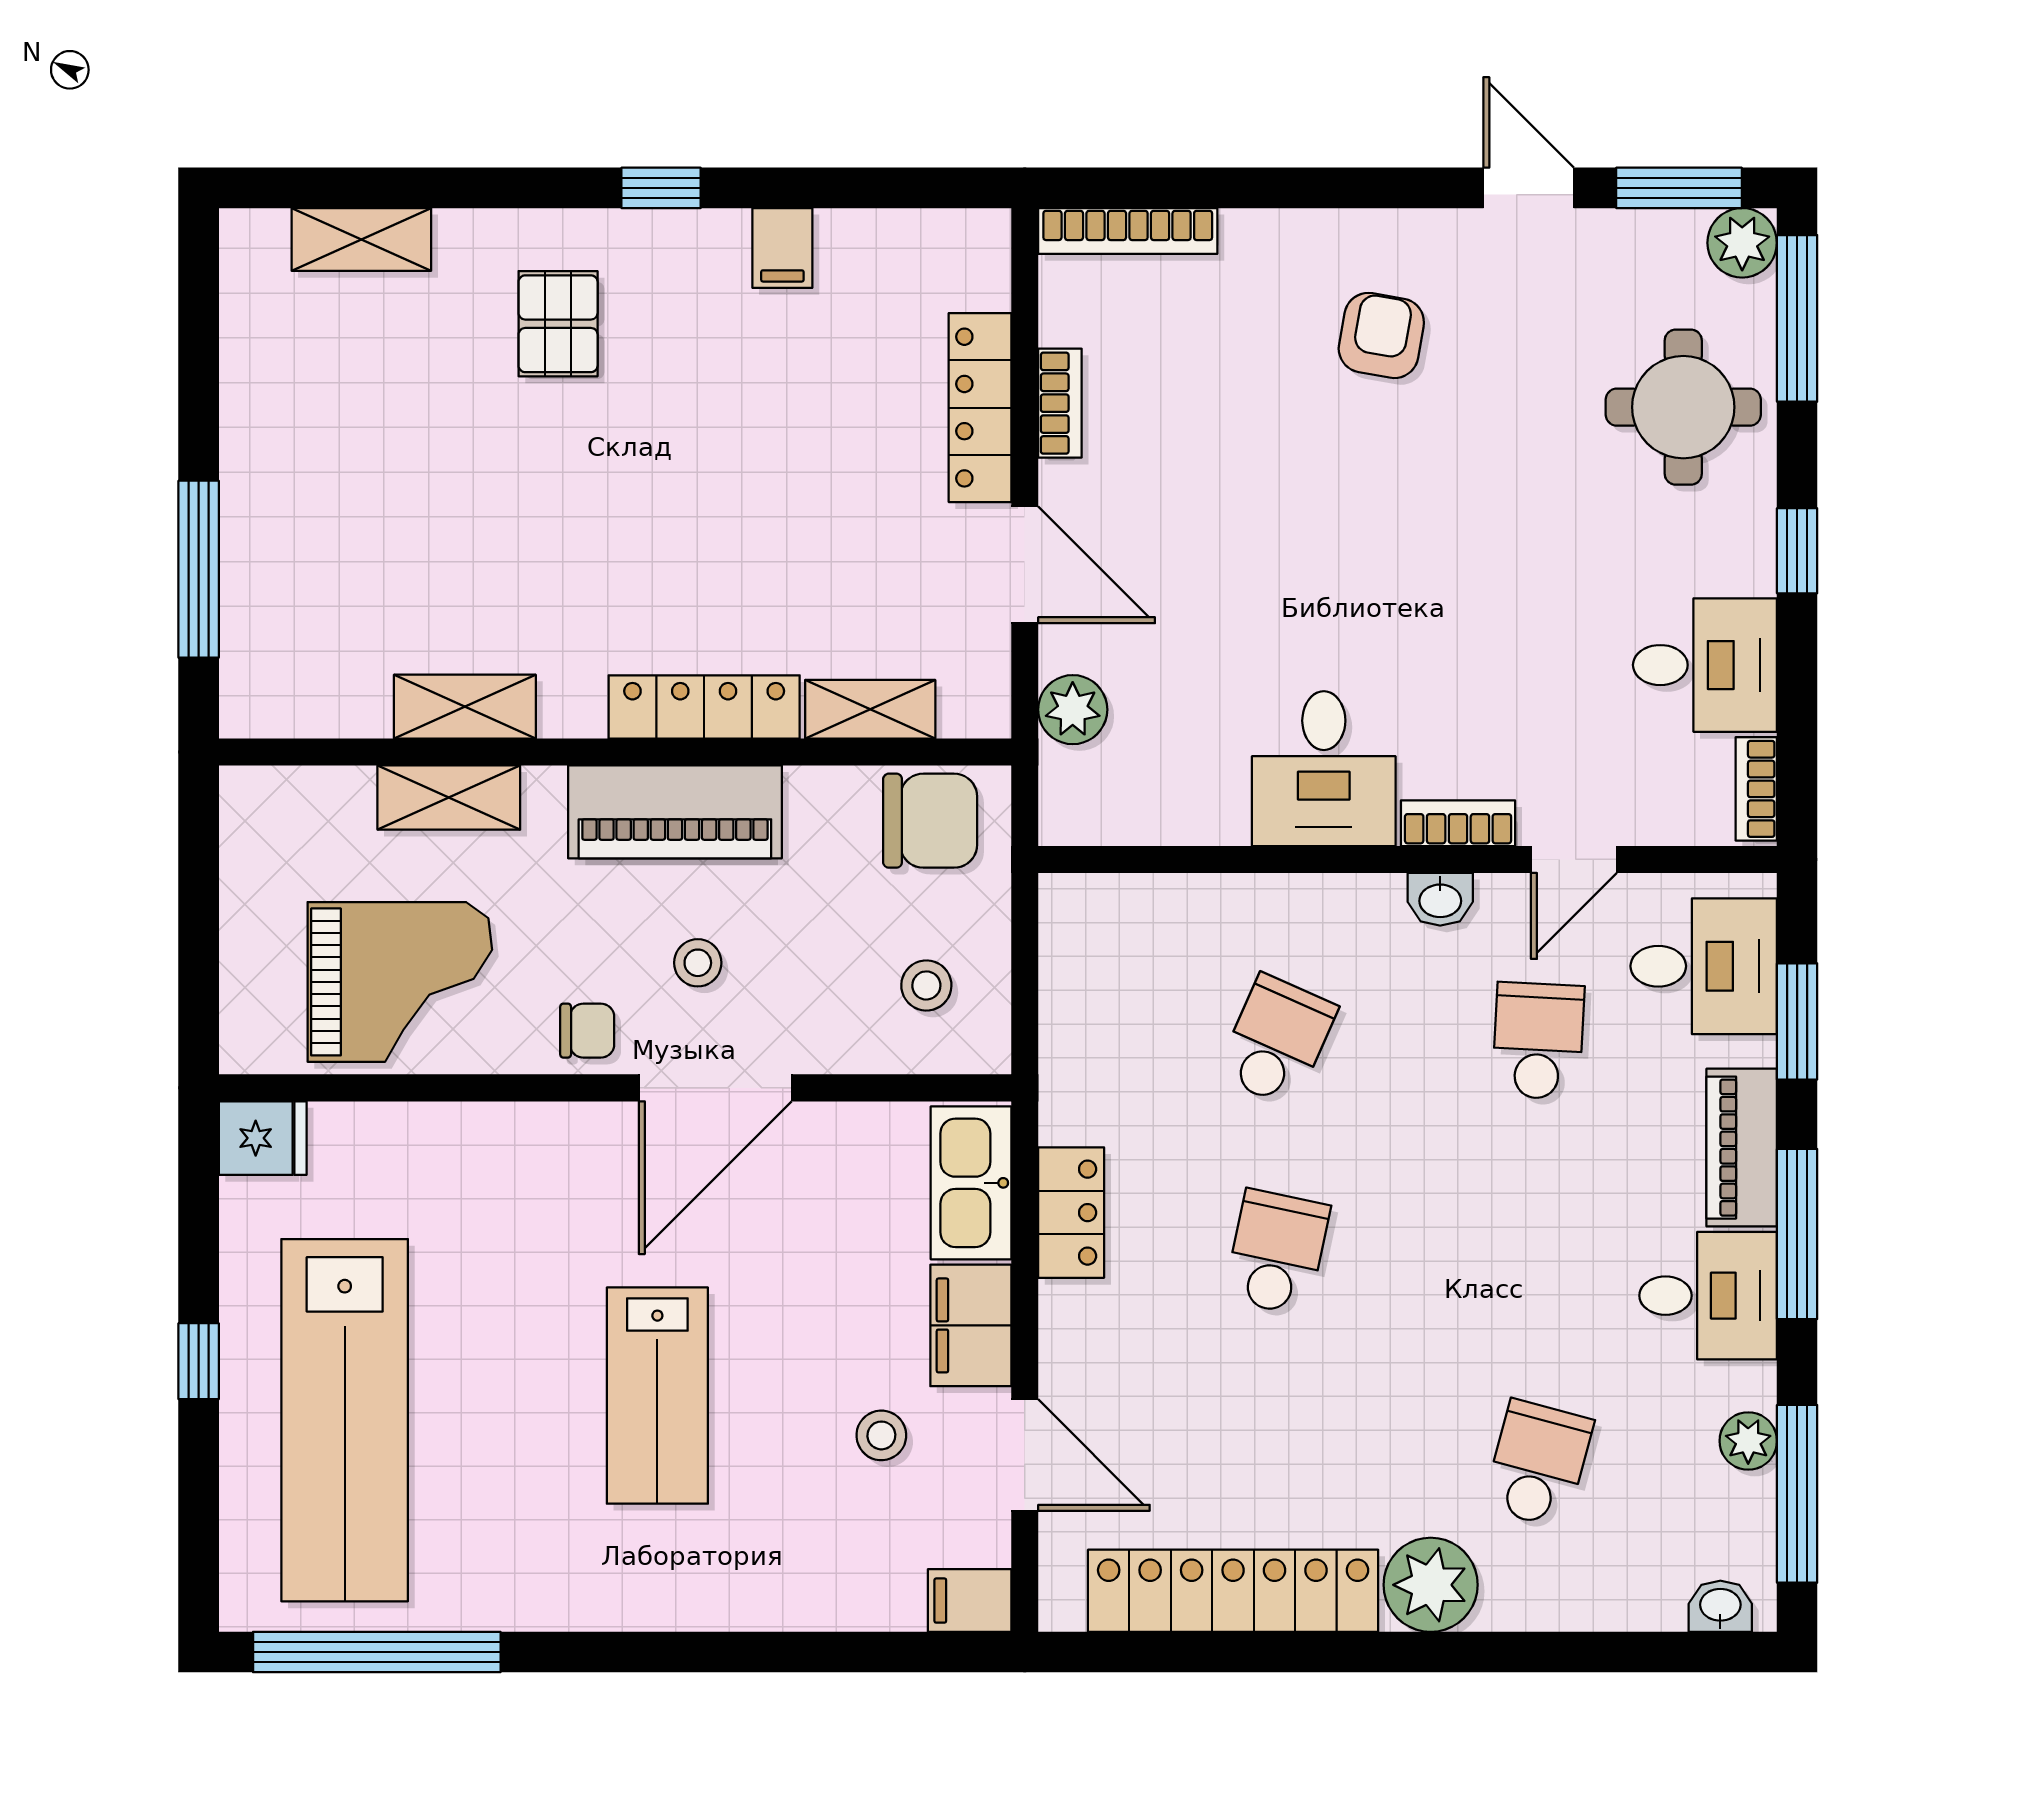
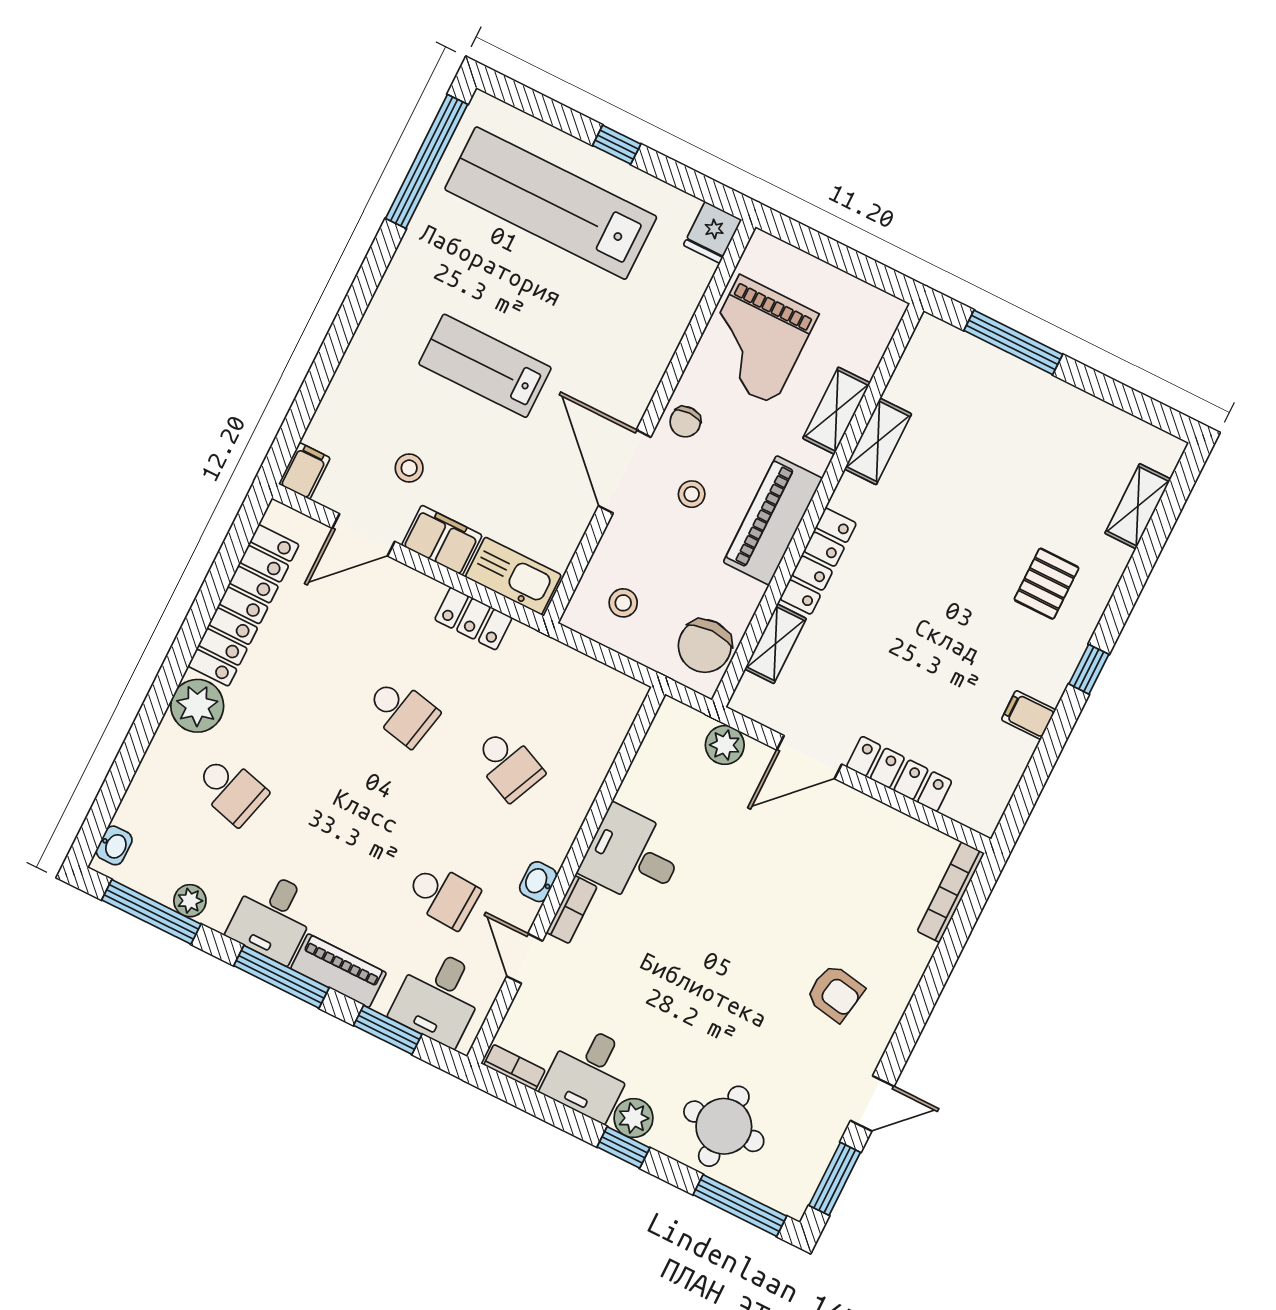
plant: (1742, 243) -> (634, 1118), moved
pallet: (558, 324) -> (1046, 584), turned 90
bookcase: (1060, 403) -> (881, 815), removed

